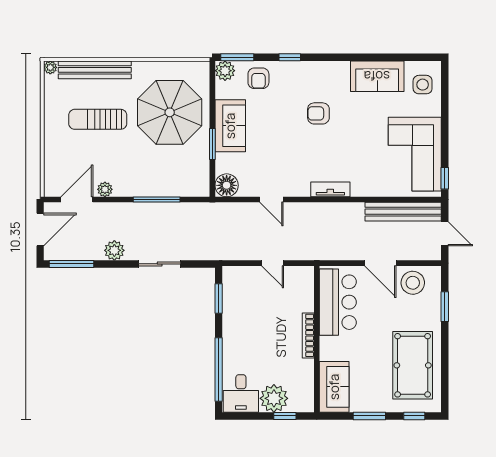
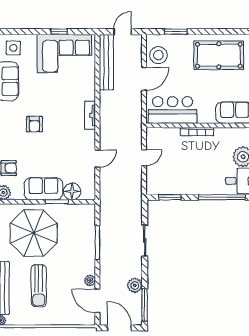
window: (445, 178) -> (59, 32), moved
floor lamp: (227, 185) -> (72, 191), moved
plant: (114, 250) -> (135, 285), moved

